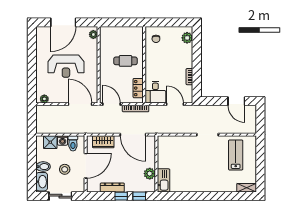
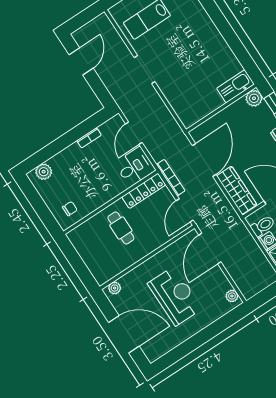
locker: (138, 88) -> (144, 191), width x1.53
wardrobe: (103, 142) -> (237, 190), width x1.50
plant: (150, 174) -> (254, 98), moved

